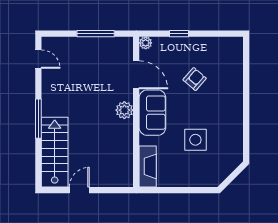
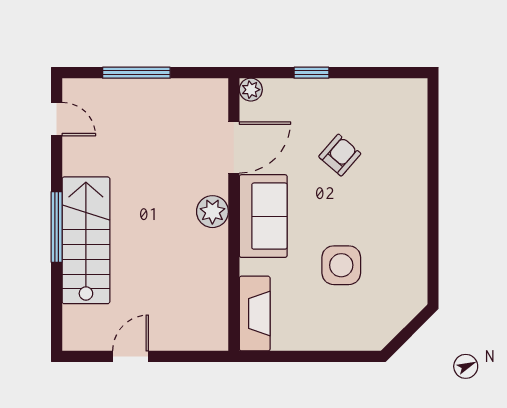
window: (96, 34) -> (136, 73), moved
door: (136, 75) -> (234, 147), hinge flipped
stairs: (55, 152) -> (86, 240), moved

